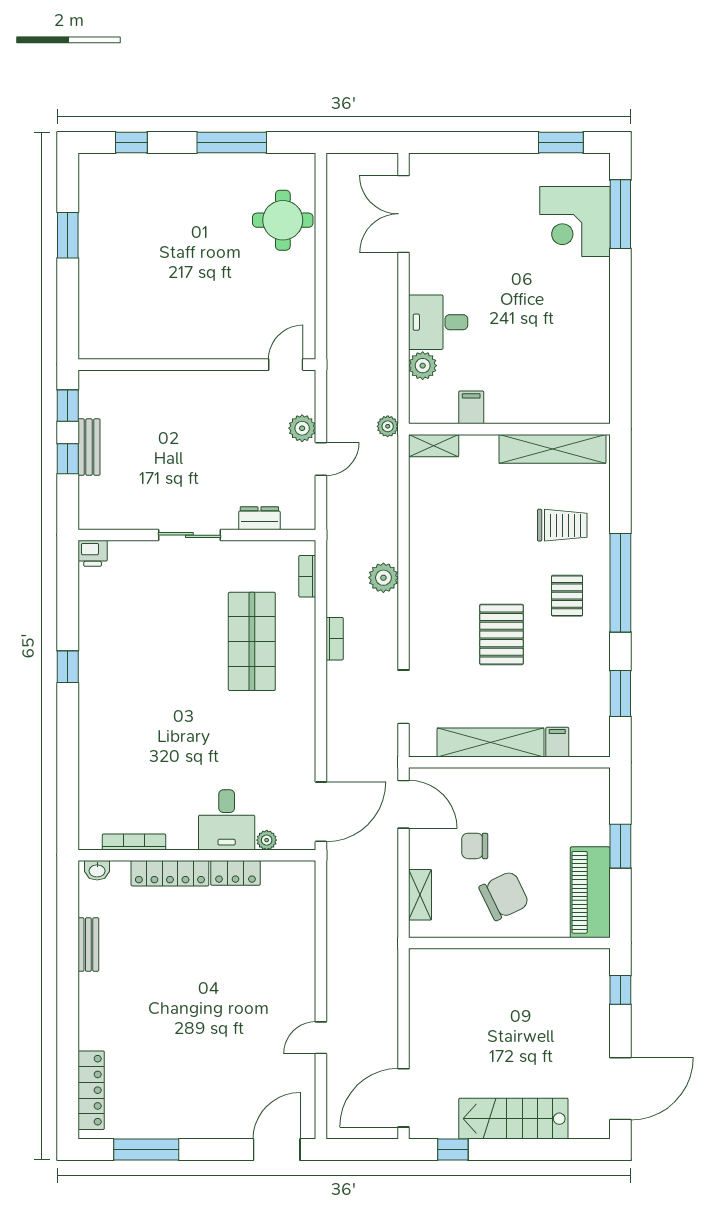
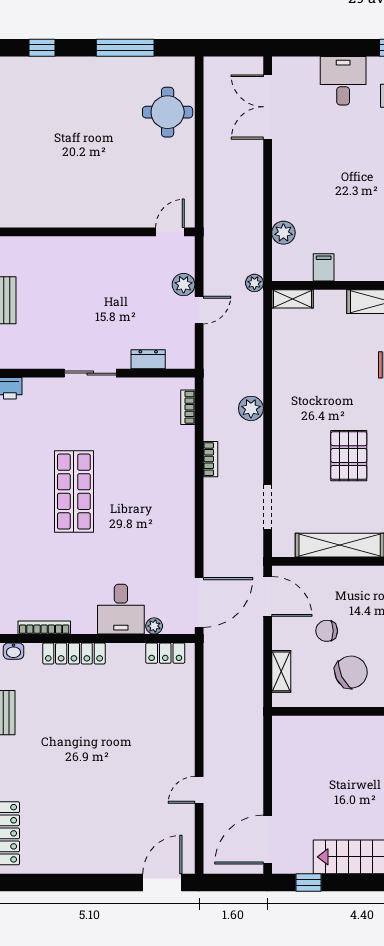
desk: (438, 322) -> (343, 81), moved, turned 90
shop shelf: (252, 641) -> (74, 492), moved
locker: (235, 873) -> (165, 653), moved
window: (146, 1150) -> (54, 883), removed

